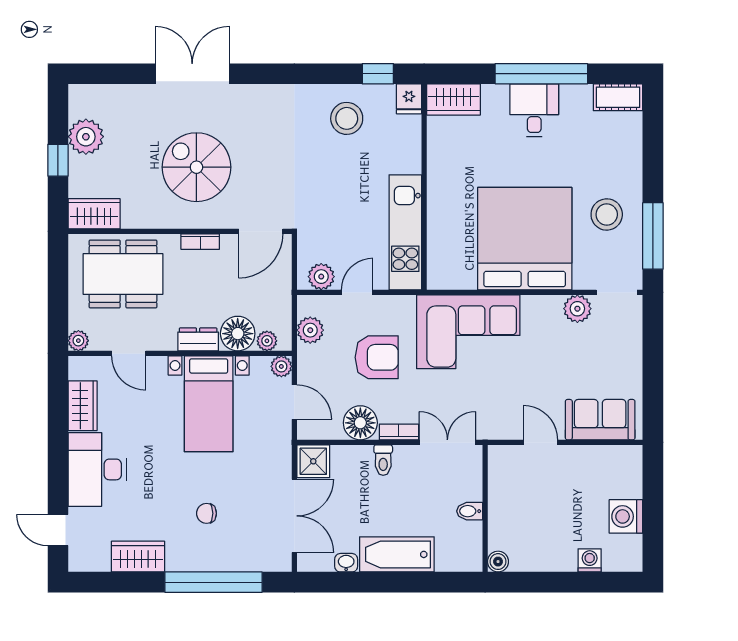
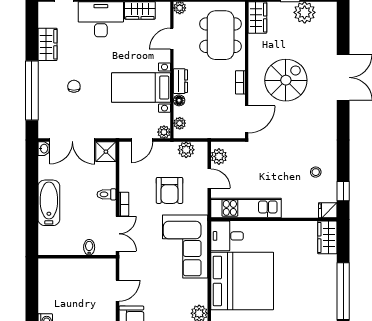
desk: (534, 110) -> (227, 236), moved, turned 180
stool: (347, 118) -> (316, 172), width x0.53, depth x0.53
door: (261, 231) -> (247, 119), swing flipped
floor lamp: (238, 334) -> (179, 100), width x0.53, depth x0.53
floor lamp: (360, 423) -> (129, 180), removed
bidet: (470, 511) -> (89, 247), moved
boiler: (498, 562) -> (44, 265), removed
washbasin: (346, 563) -> (44, 149), moved

